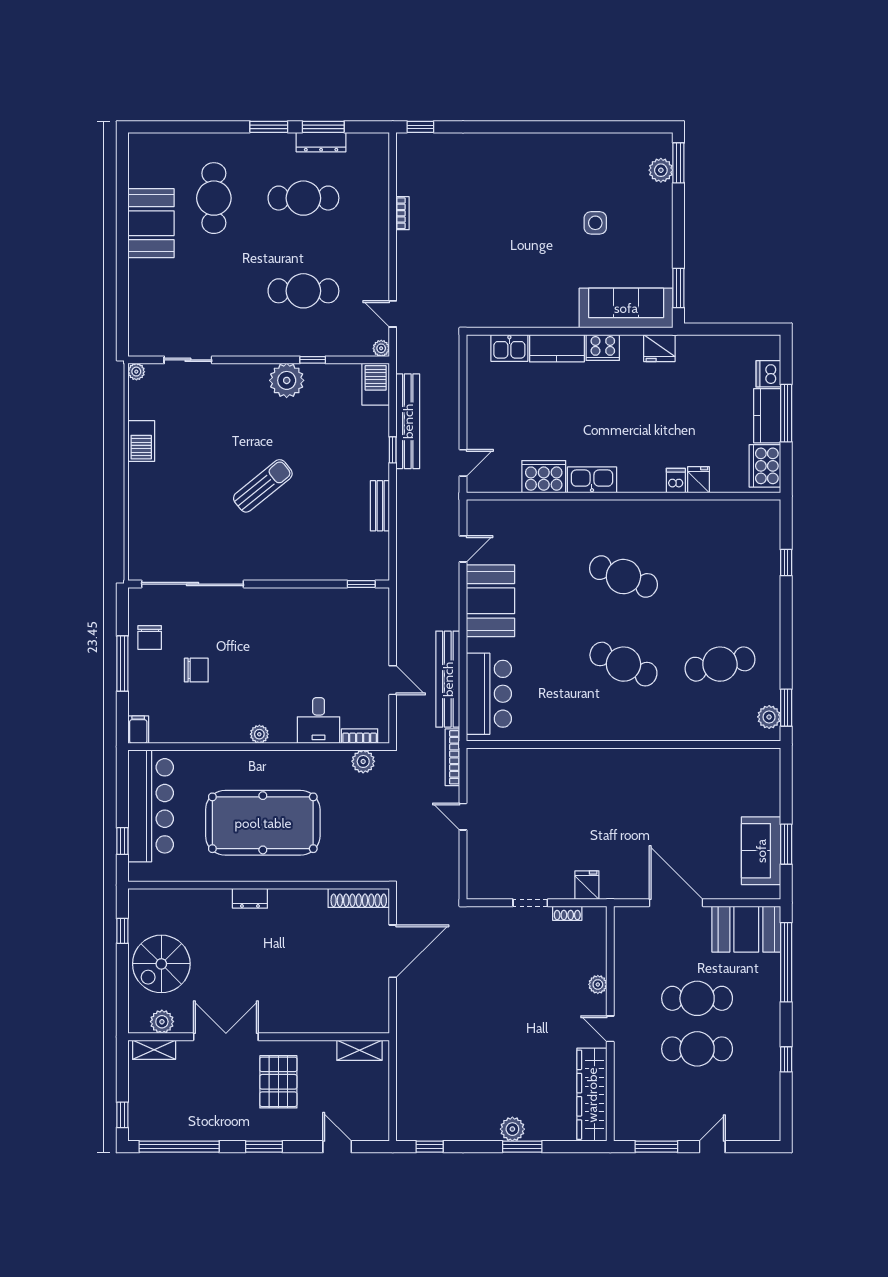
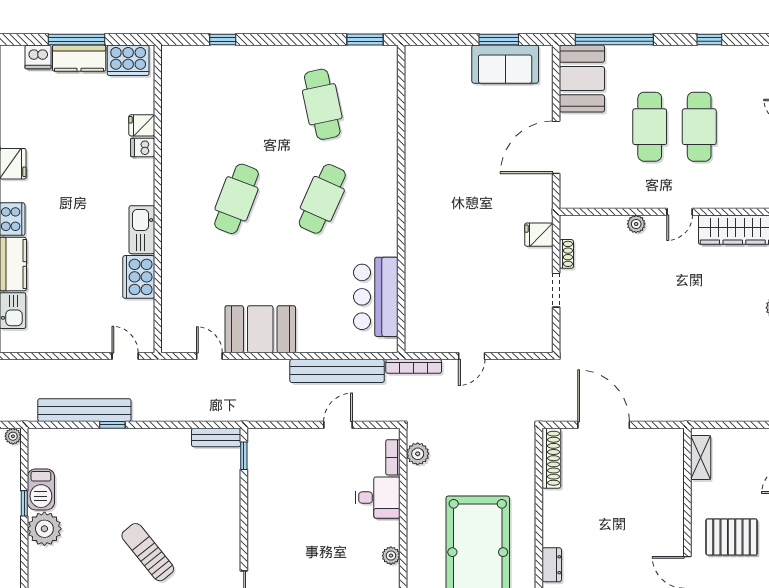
barbecue: (376, 384) -> (41, 489), moved, turned -90
bench: (380, 506) -> (216, 437), moved
bar counter: (489, 694) -> (376, 297), moved, turned -90
plant: (769, 717) -> (374, 56), removed

